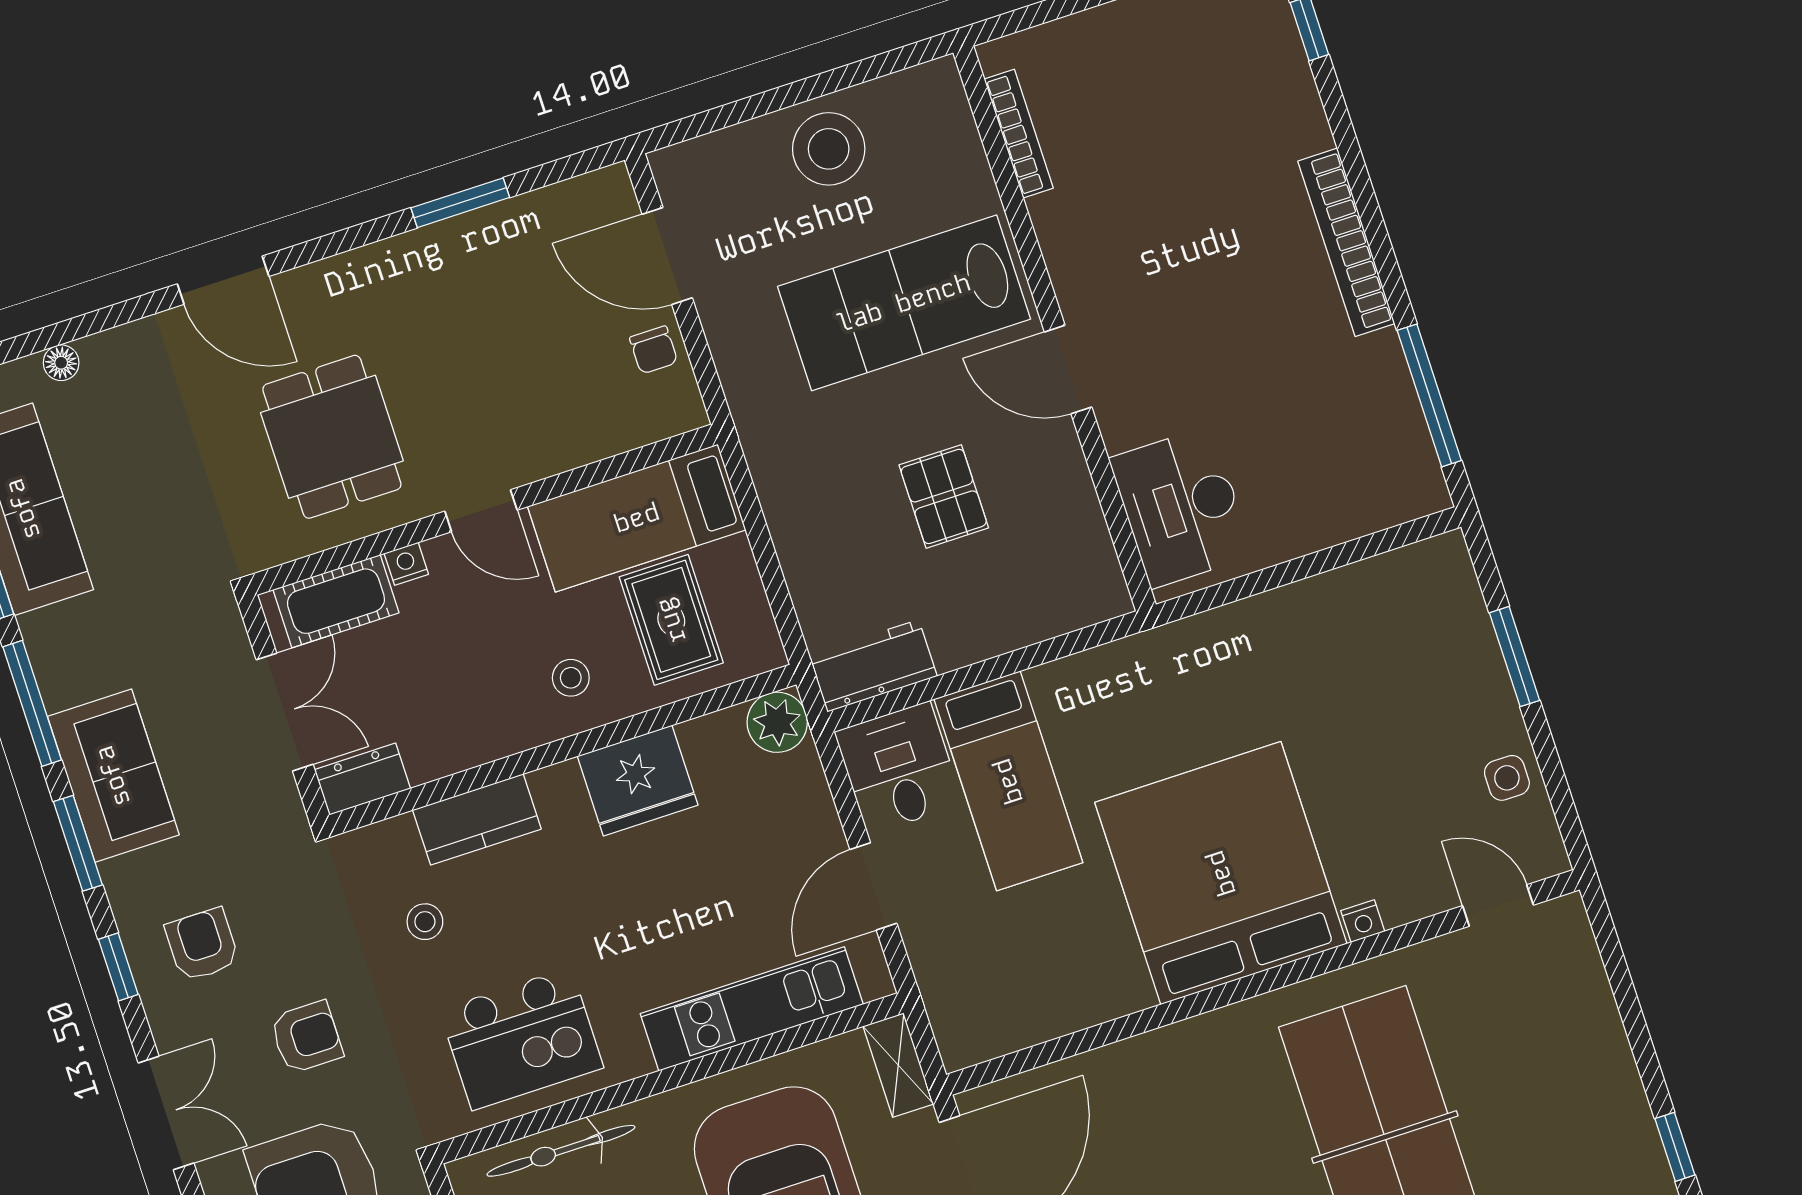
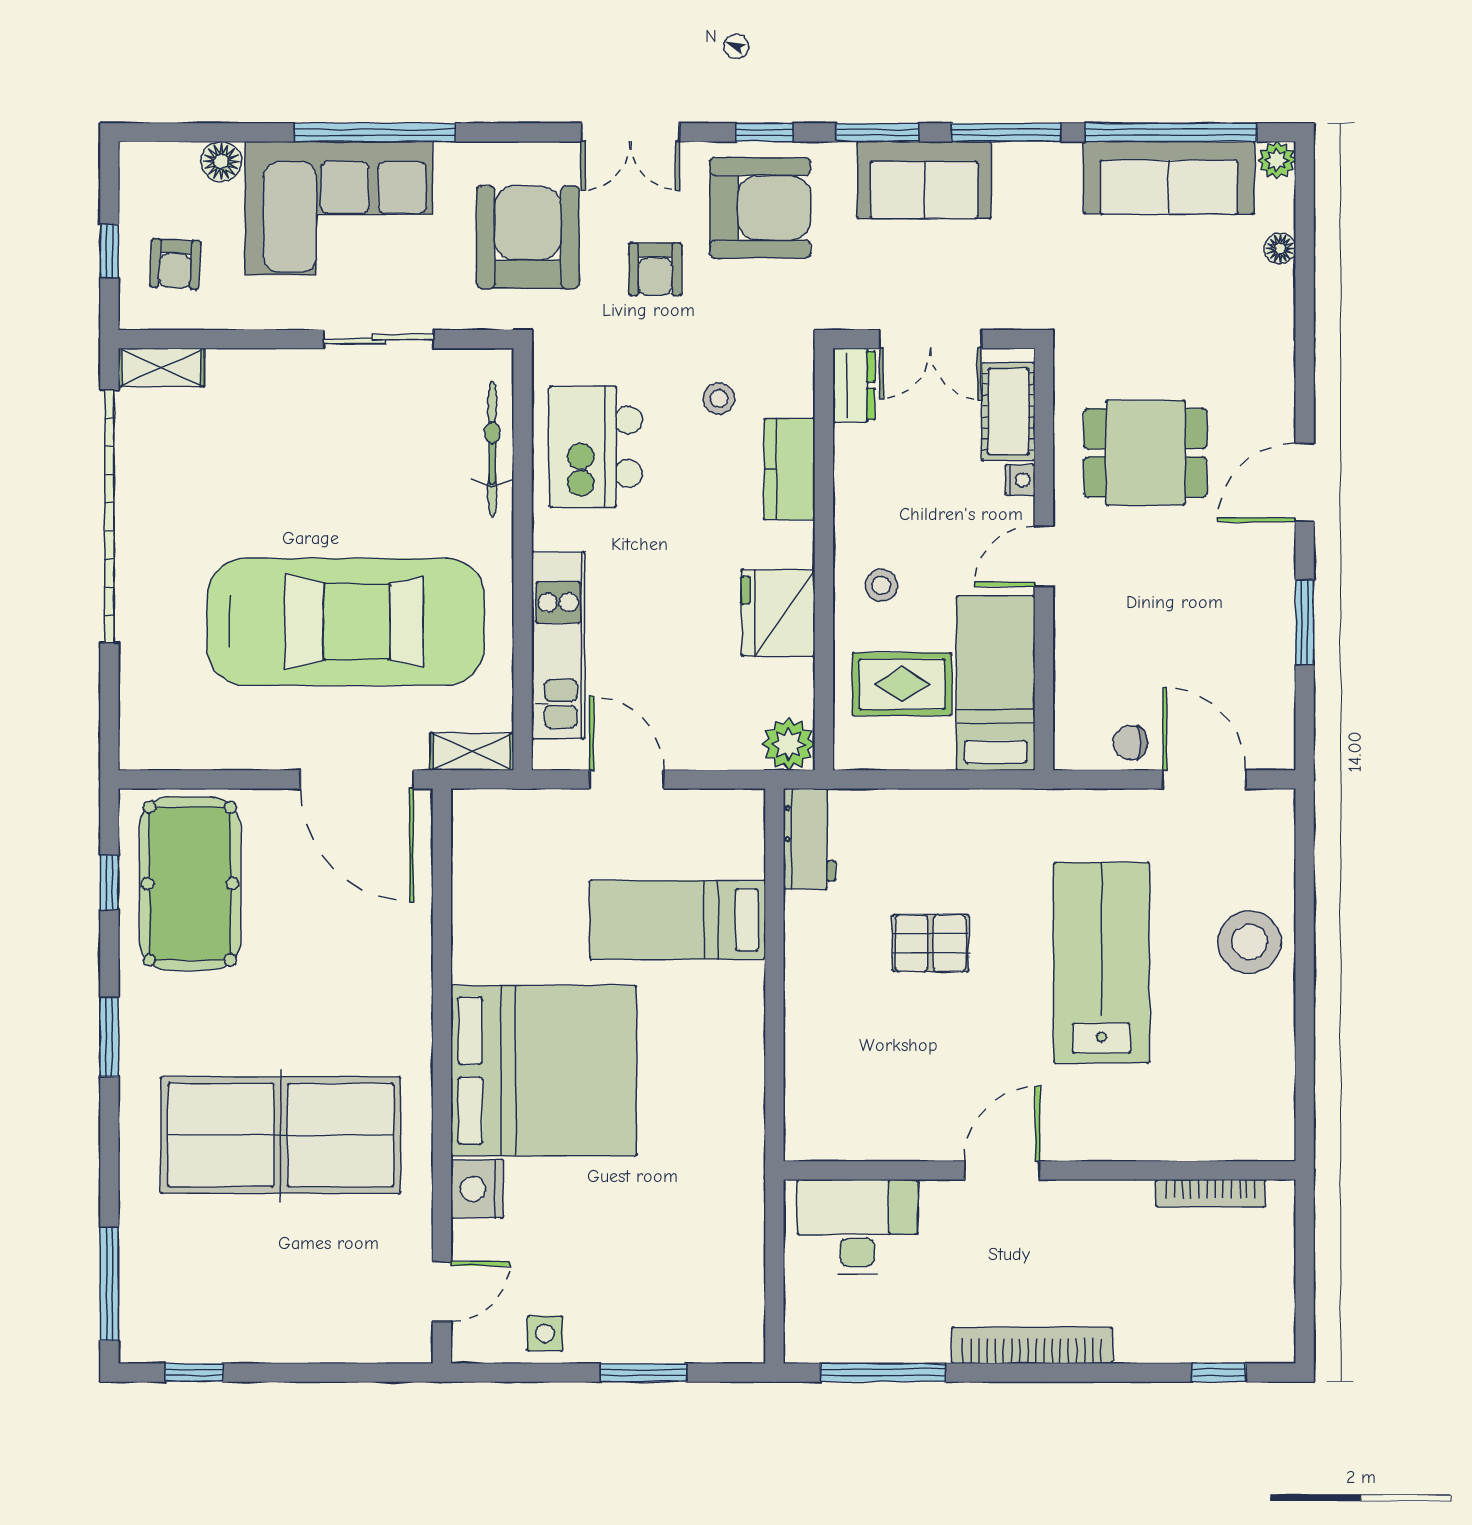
bookcase: (1019, 134) -> (1211, 1193), moved
door: (667, 256) -> (1204, 779), hinge flipped
door: (223, 280) -> (1305, 483), moved
wall: (1055, 329) -> (1039, 1170), moved
door: (1068, 369) -> (1002, 1170), moved
desk: (1181, 507) -> (857, 1227), moved
desk: (899, 768) -> (718, 833), removed
nightstand: (1363, 921) -> (477, 1189), width x1.89, depth x1.79
armchair: (202, 945) -> (760, 208), width x1.88, depth x1.88

